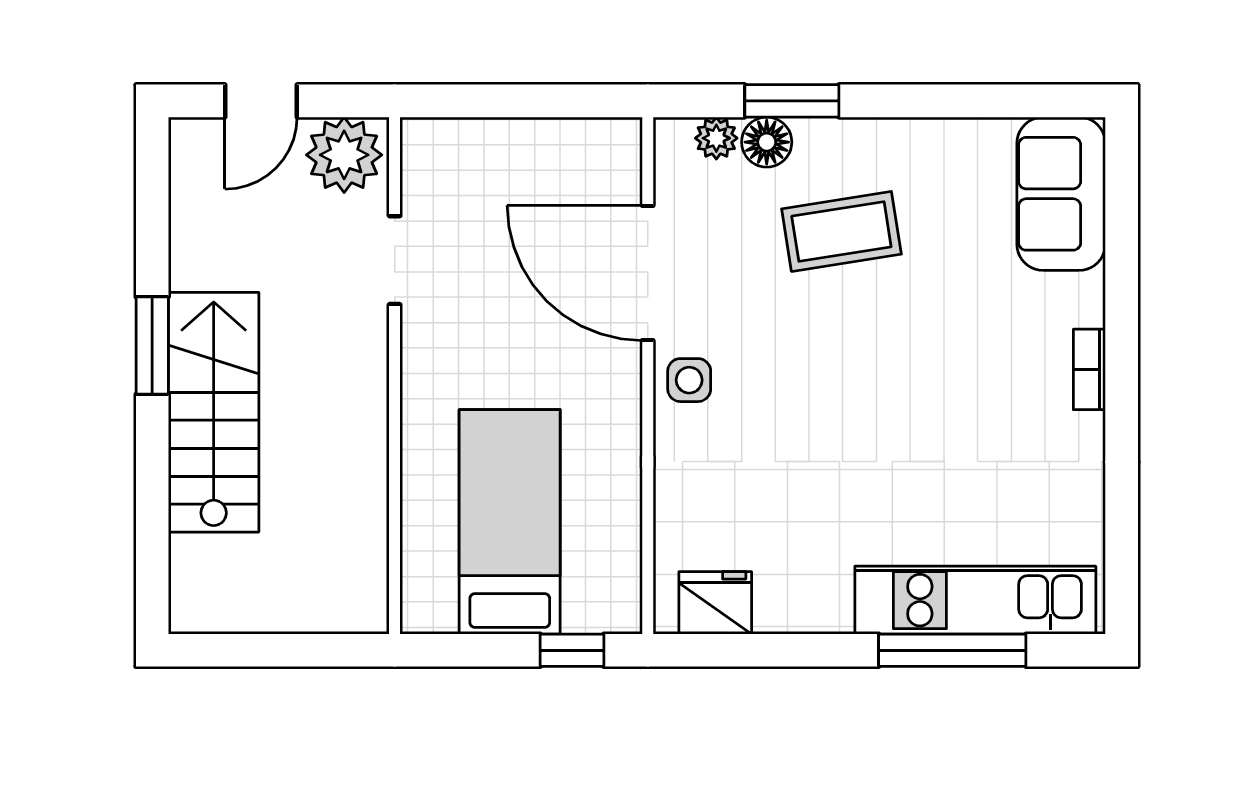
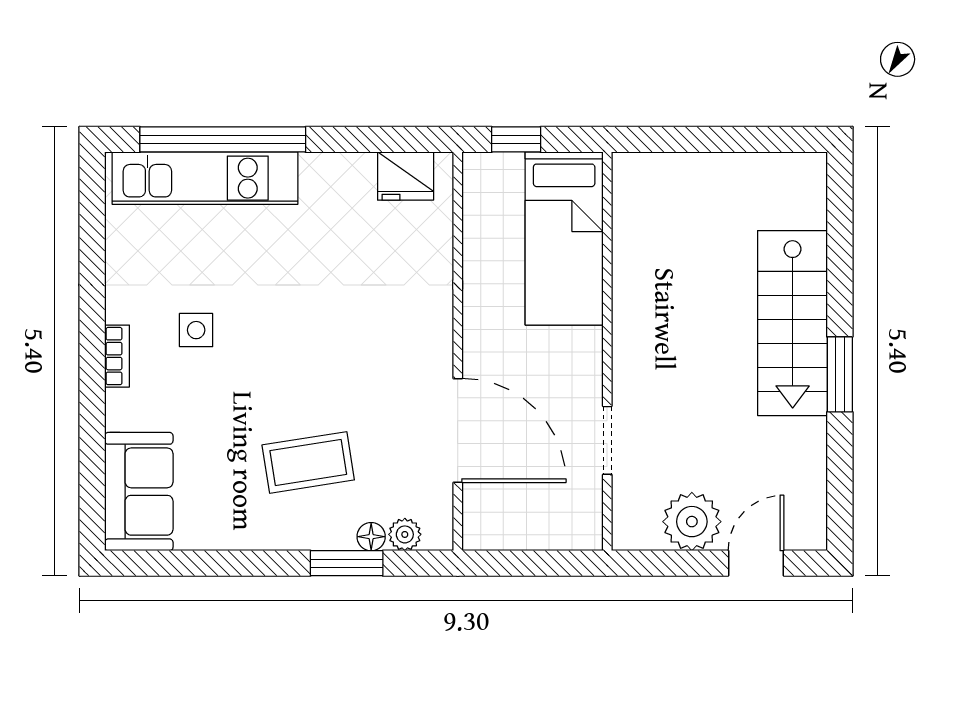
floor lamp: (767, 142) -> (371, 537), width x0.73, depth x0.73
doorway: (395, 260) -> (607, 440), moved
wall: (395, 376) -> (607, 351), moved
side table: (689, 380) -> (196, 330), moved
window: (952, 650) -> (223, 139), width x1.46

